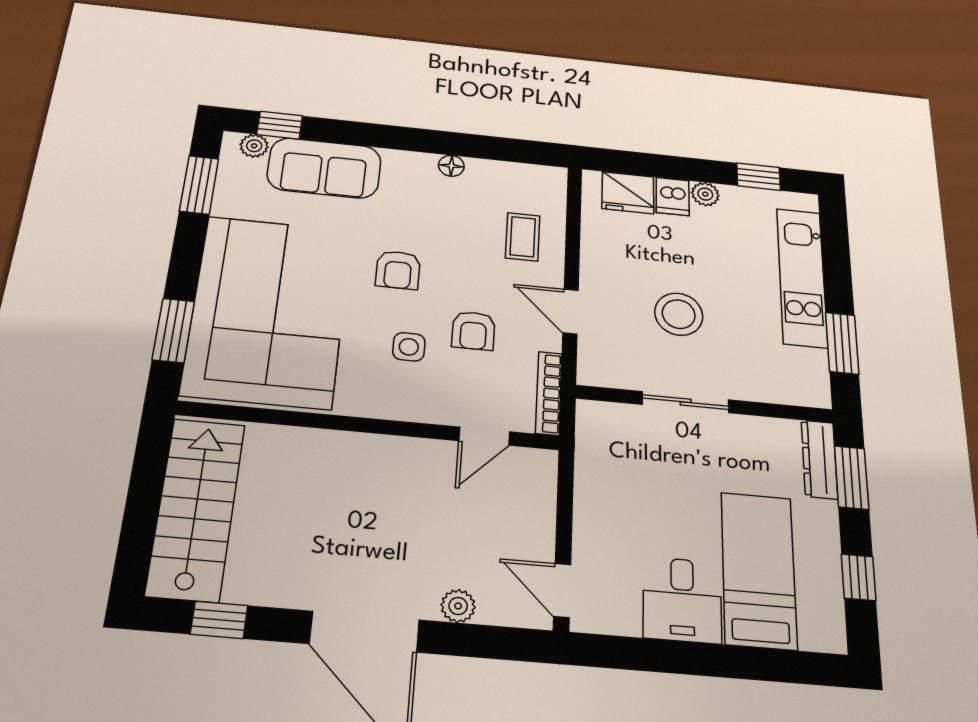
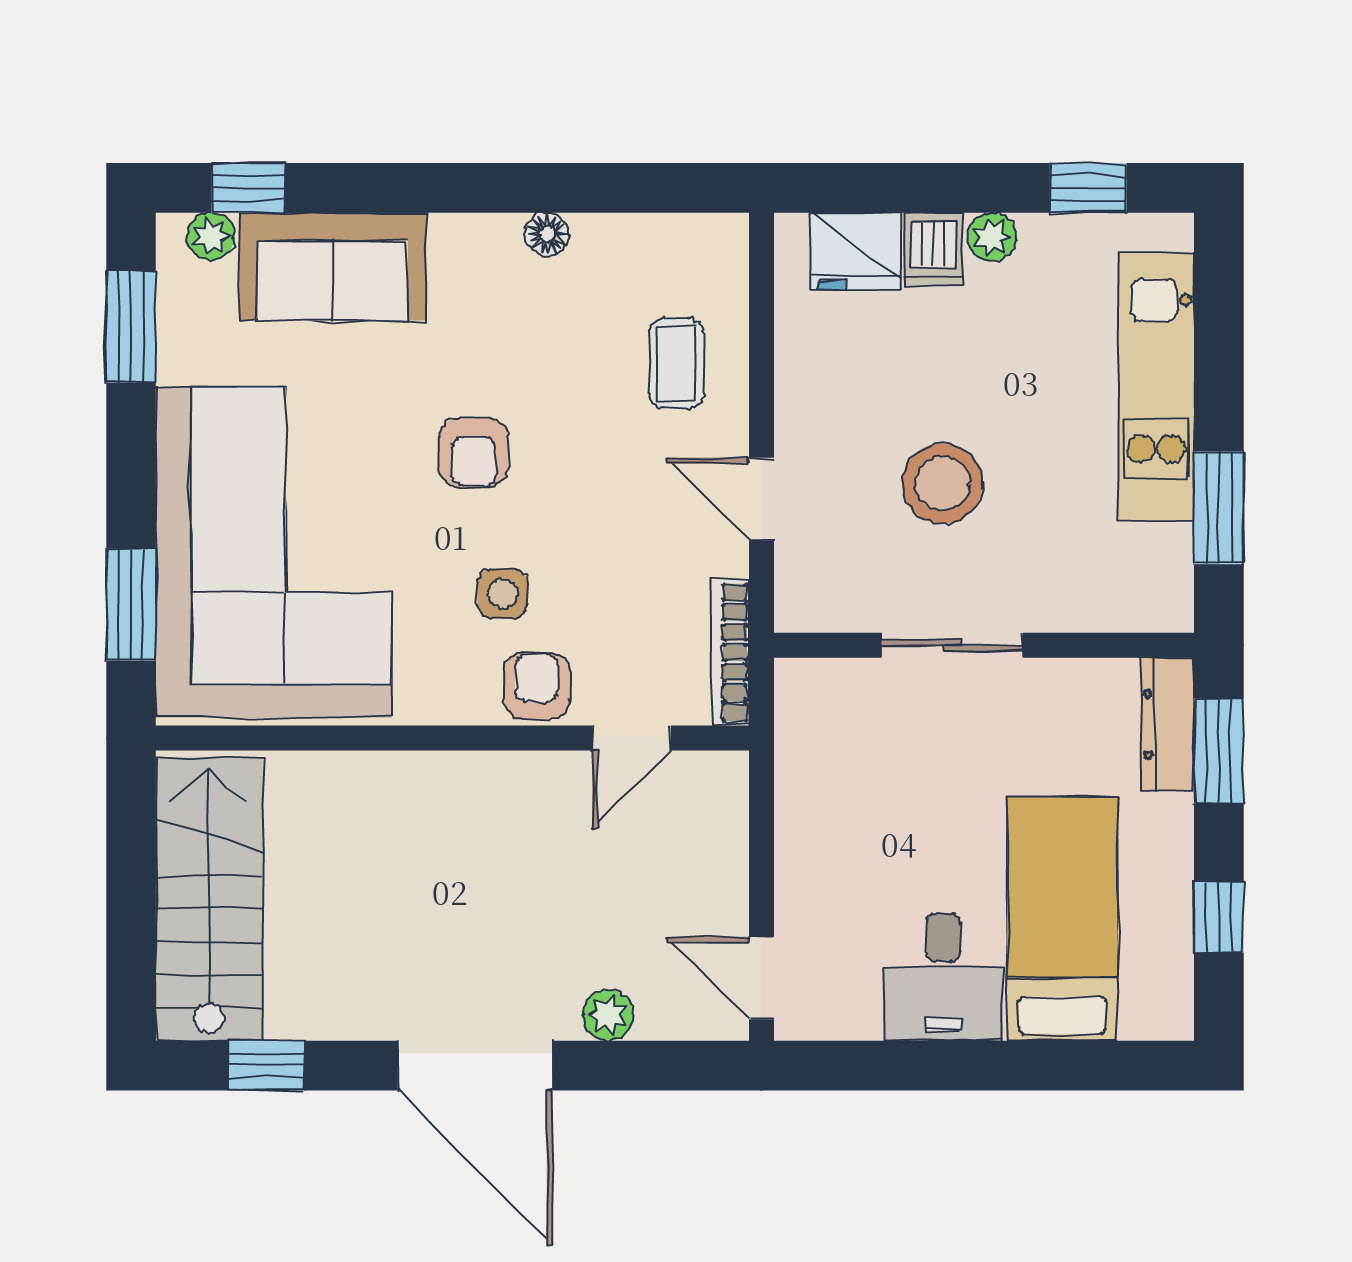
armchair: (473, 331) -> (537, 686), moved, turned 180

